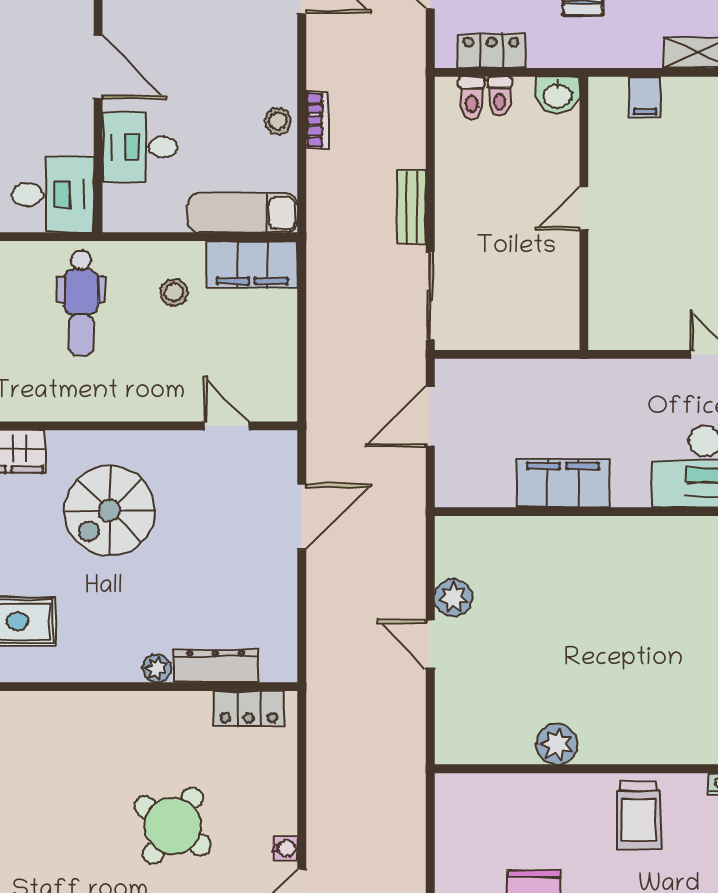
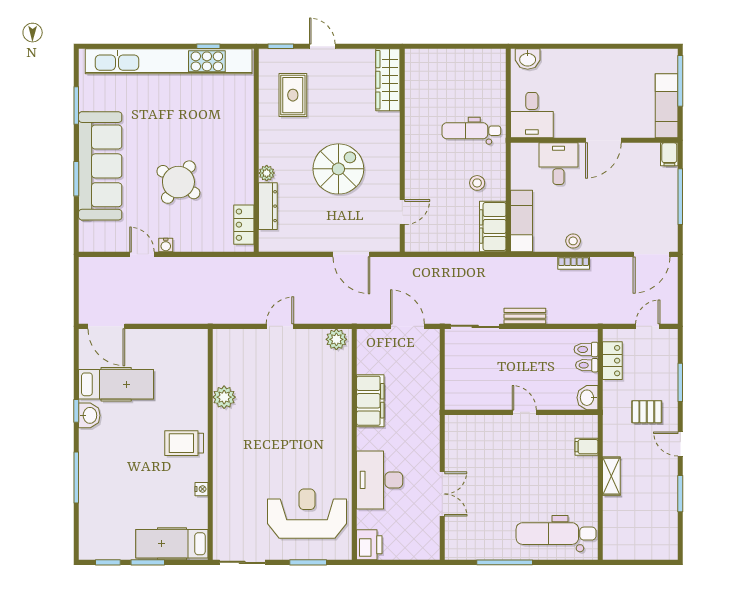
spiral stairs: (110, 511) -> (338, 169), moved, turned 90
plant: (453, 598) -> (336, 339), moved

